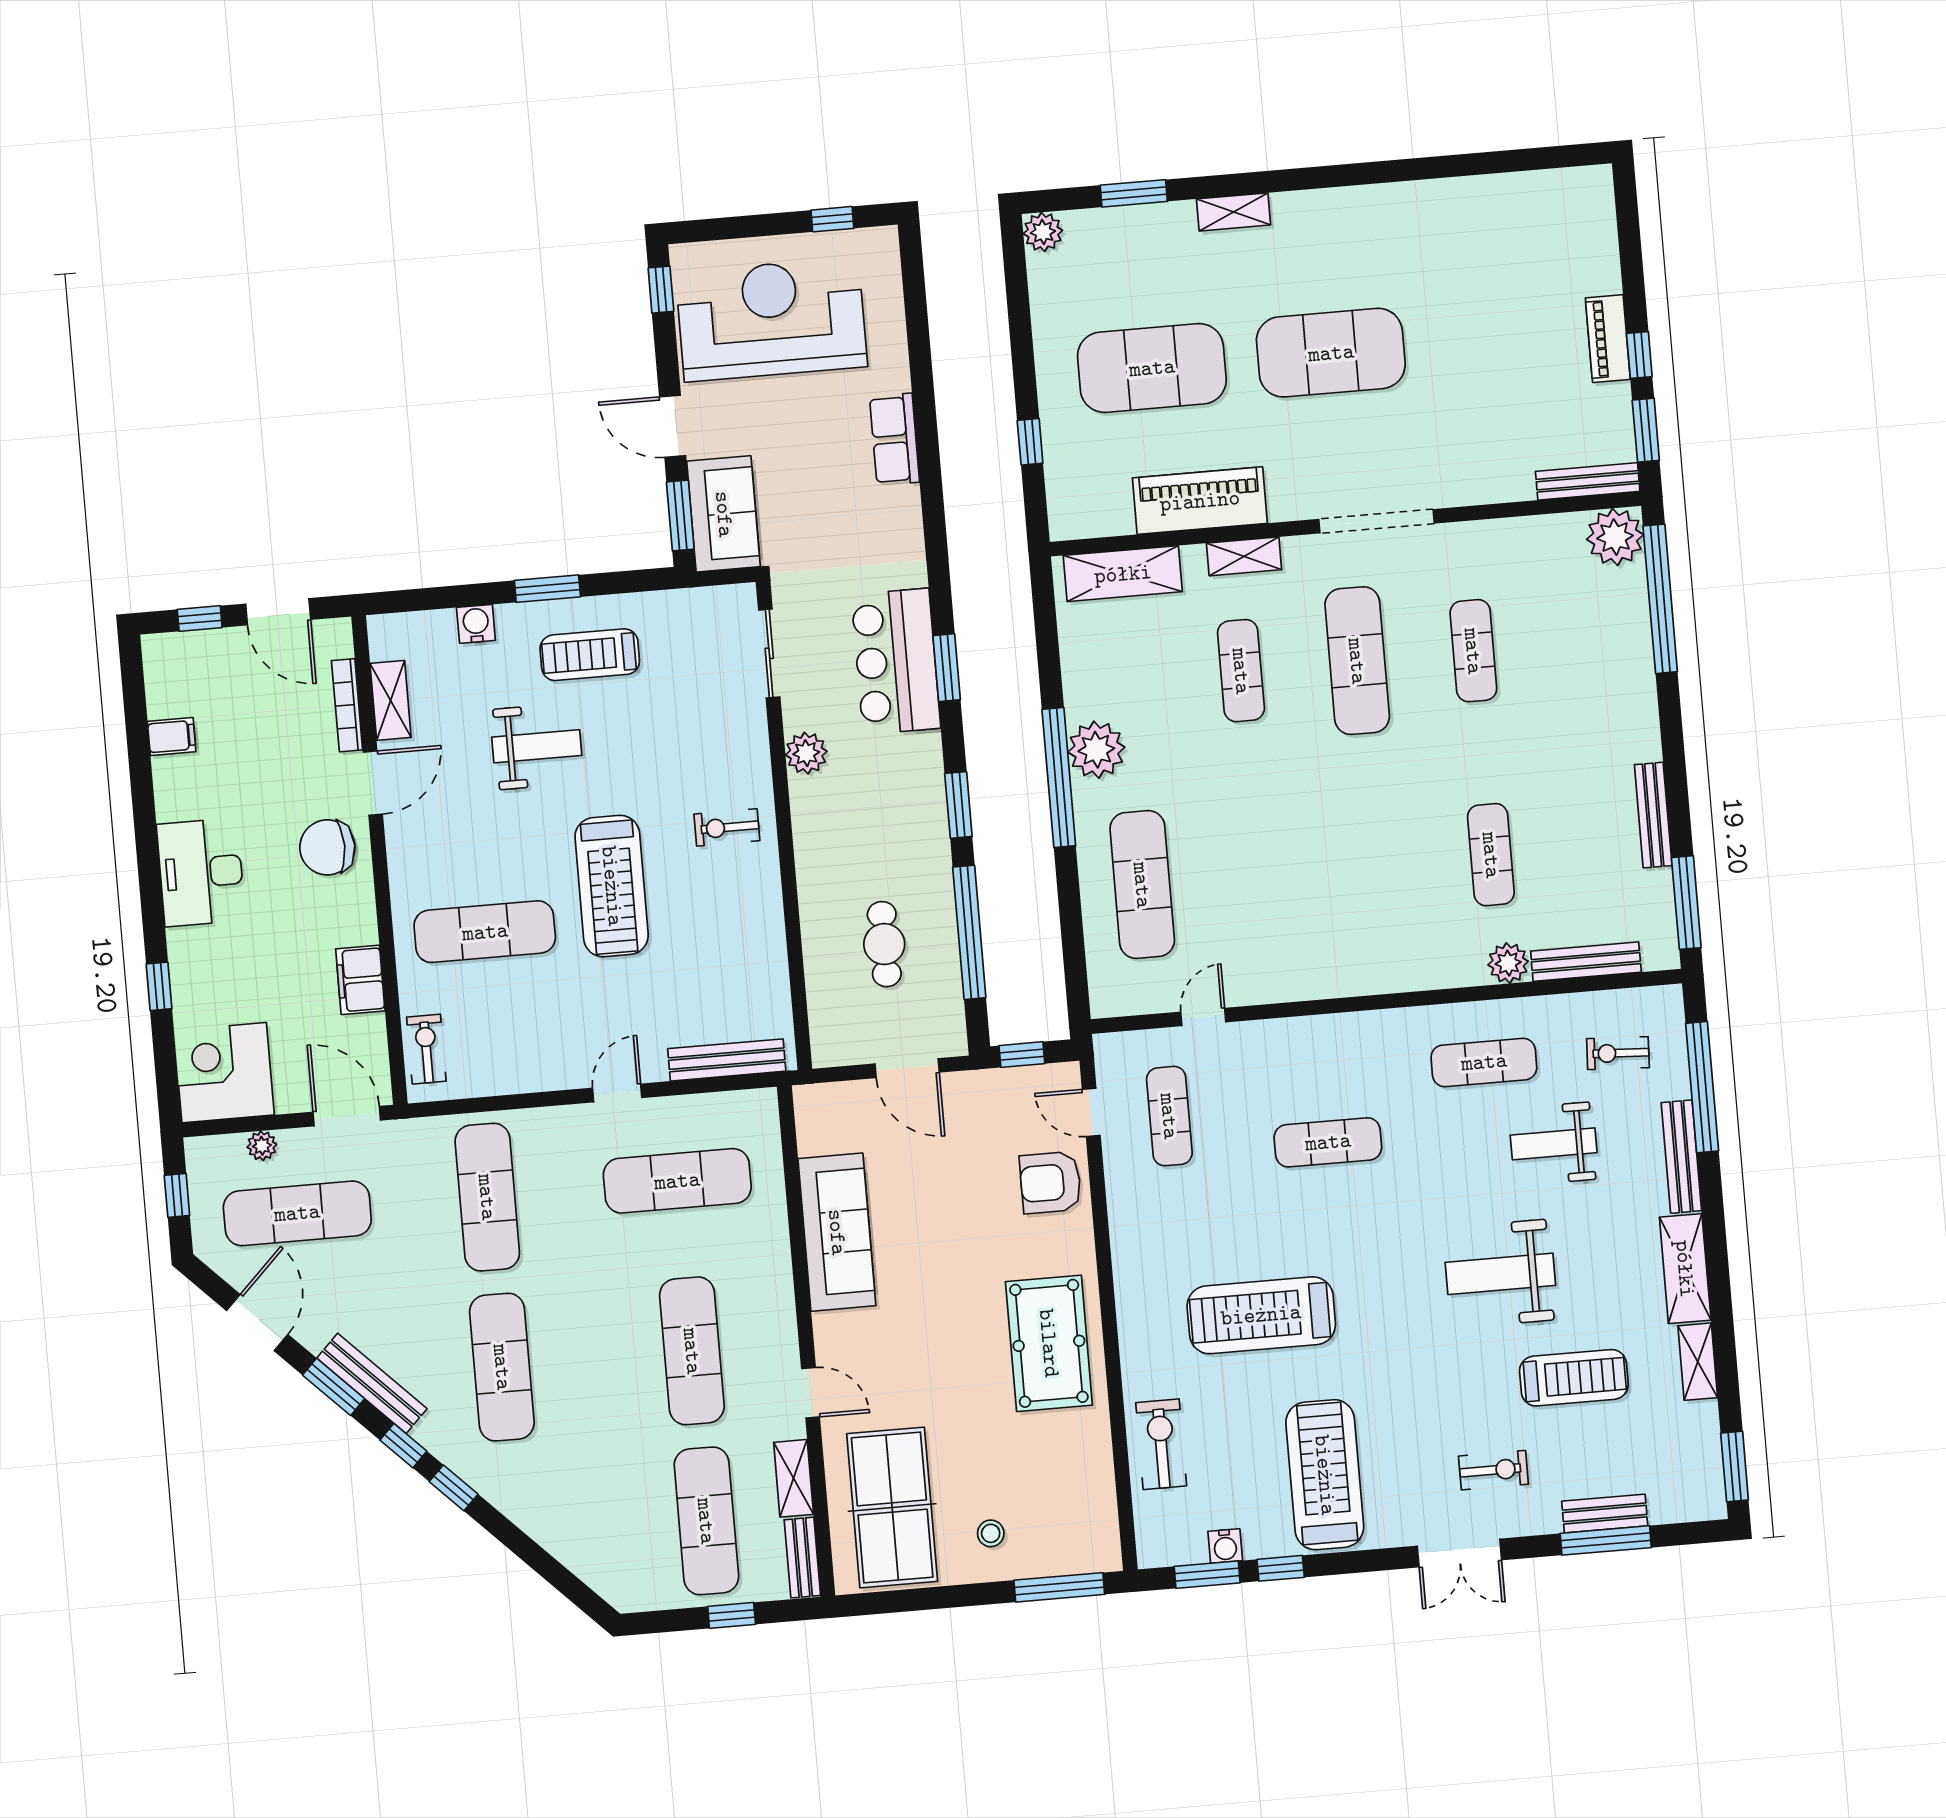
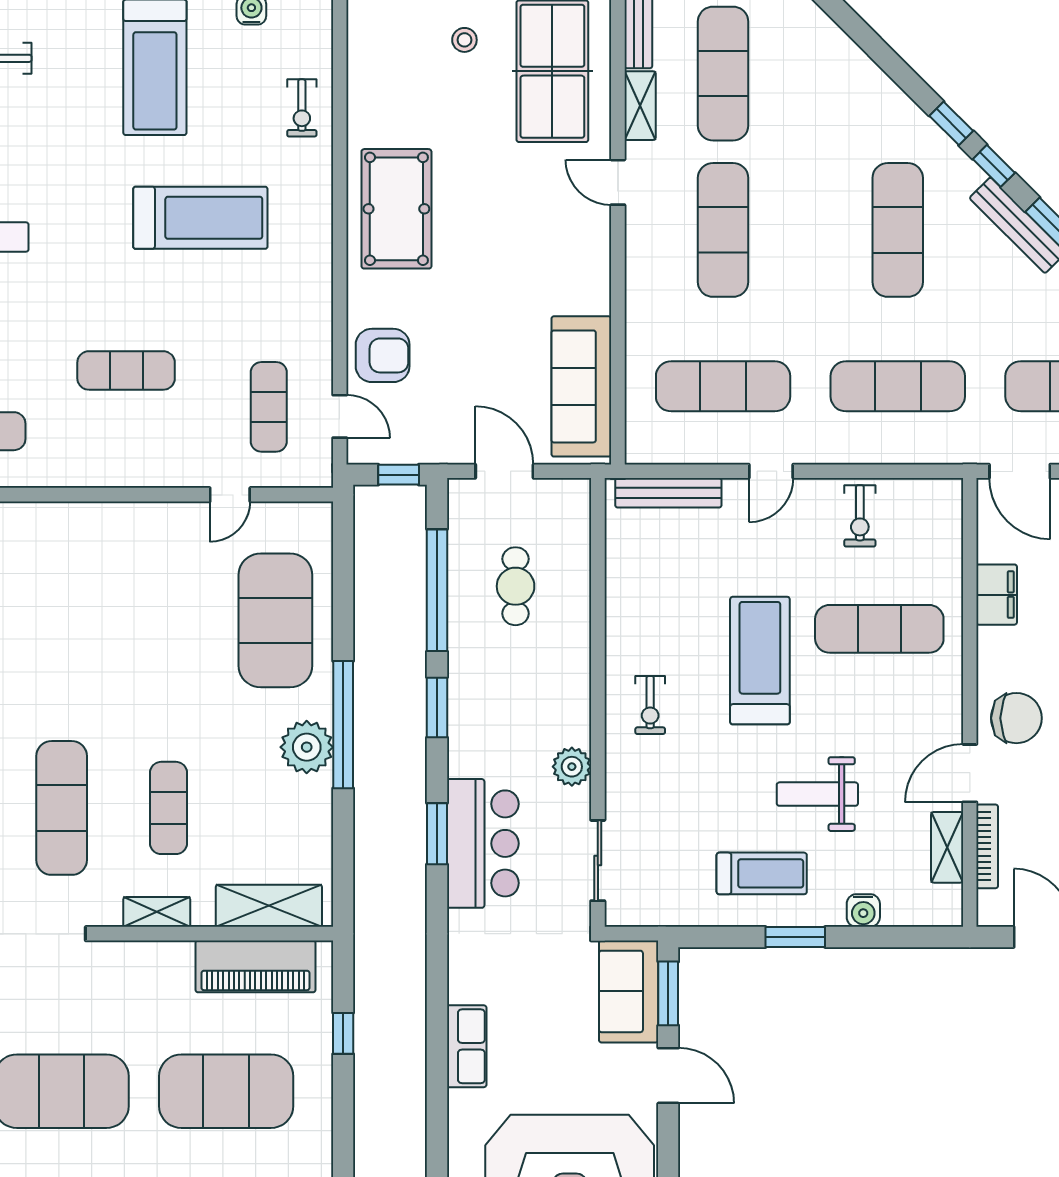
piano: (1200, 501) -> (255, 966), moved
exercise bike: (727, 827) -> (650, 705), turned 90
exercise mat: (1142, 885) -> (275, 620), width x1.47
exercise bike: (426, 1049) -> (860, 516), moved
exercise mat: (487, 1197) -> (898, 386), turned 90
sofa: (837, 1232) -> (581, 386), moved
exercise bike: (1161, 1444) -> (302, 108), width x0.73, depth x0.72

